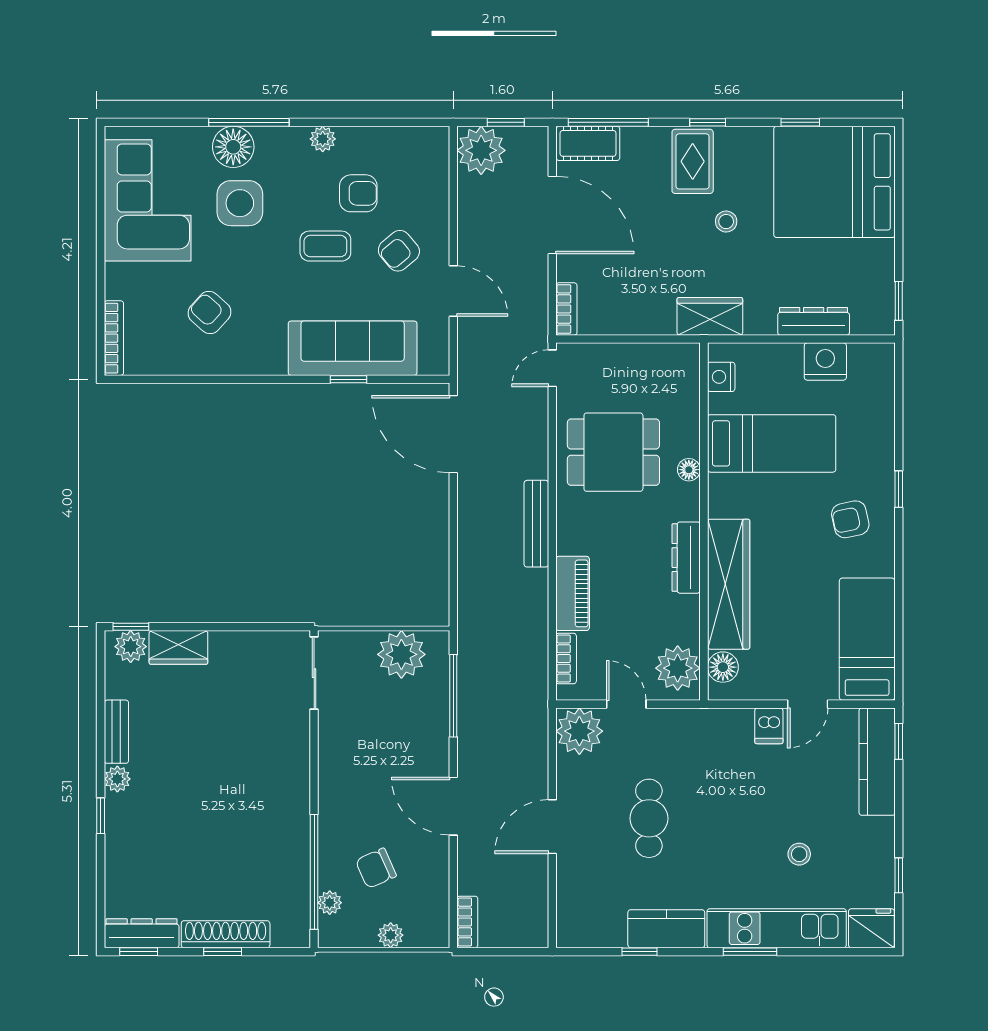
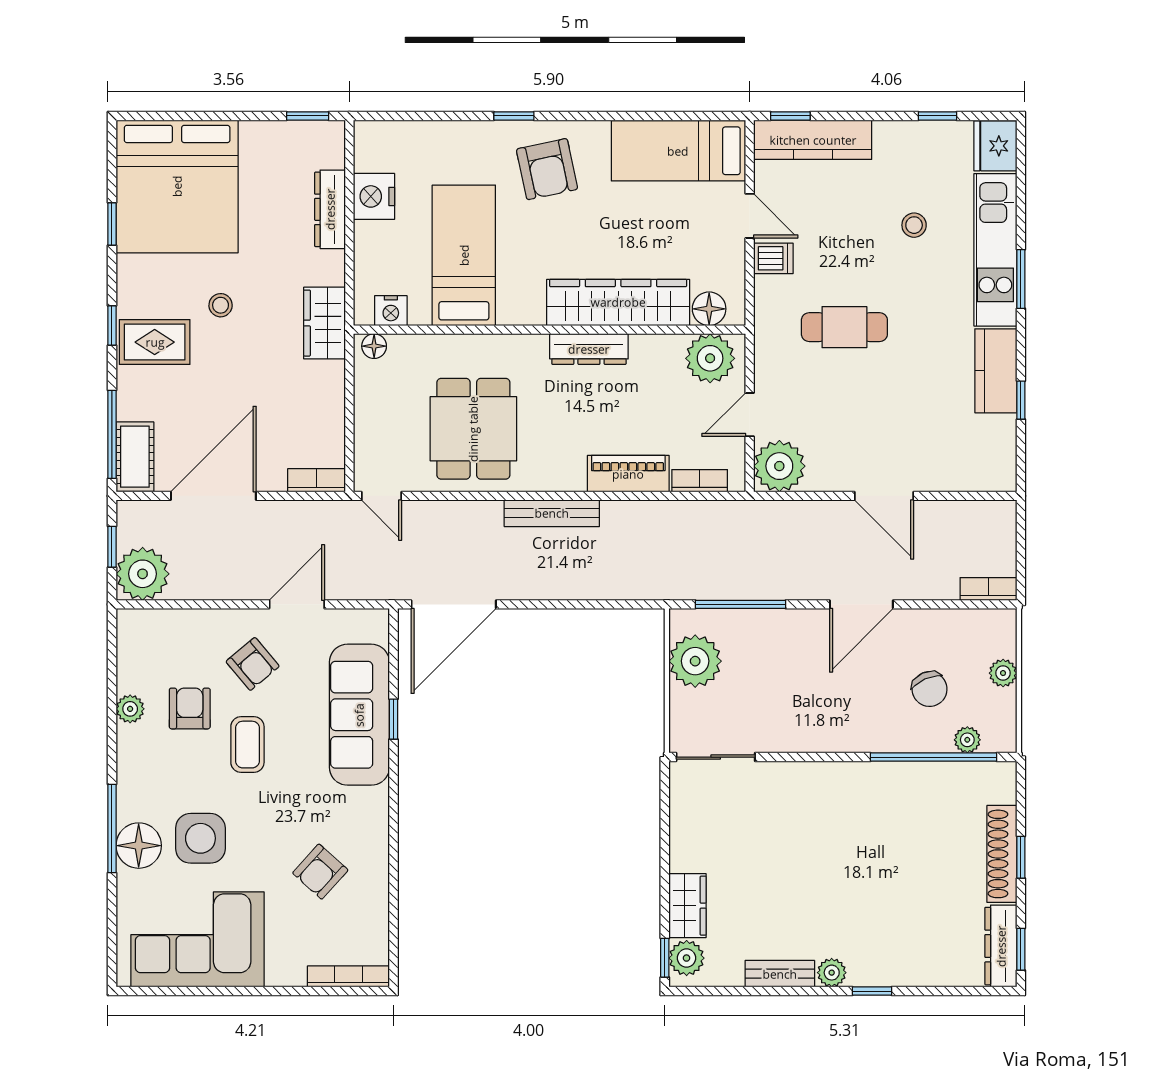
plant: (323, 139) -> (130, 709), moved
floor lamp: (689, 470) -> (374, 346), moved
armchair: (850, 519) -> (547, 169), width x1.38, depth x1.38
cafe table: (649, 818) -> (844, 327), moved

